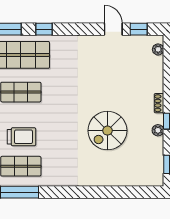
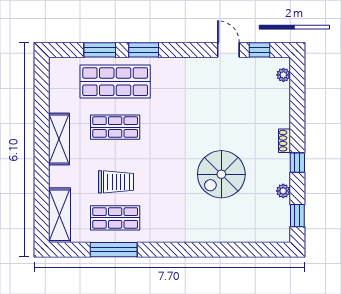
window: (44, 29) -> (144, 50), width x1.50
plant: (158, 130) -> (283, 191), moved

